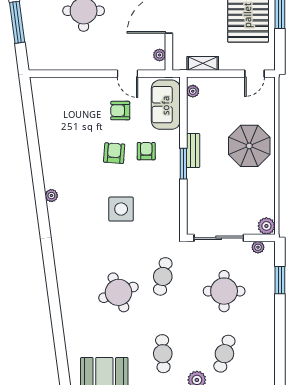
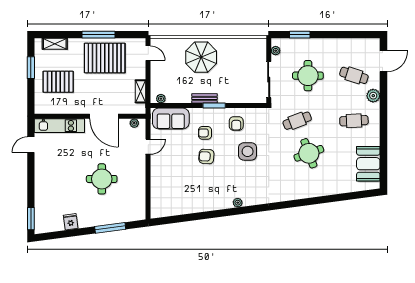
armchair: (120, 111) -> (236, 124), moved
plant: (266, 226) -> (260, 44), removed
cafe table: (163, 276) -> (297, 121), turned -33

